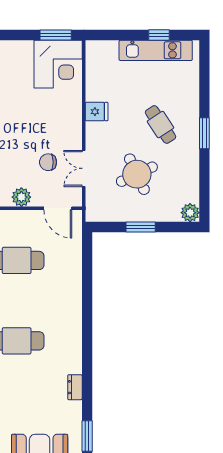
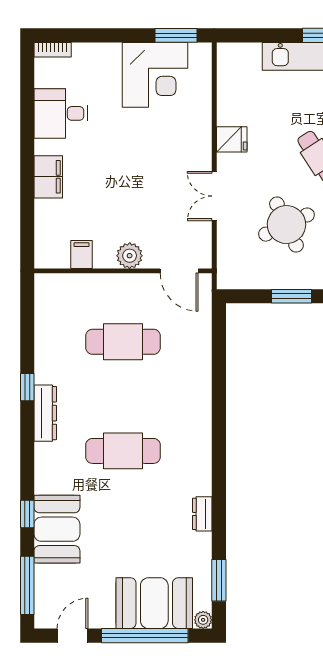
corner desk: (58, 64) -> (155, 75), moved
chair: (48, 162) -> (166, 208), removed
double door: (84, 168) -> (214, 196), moved

